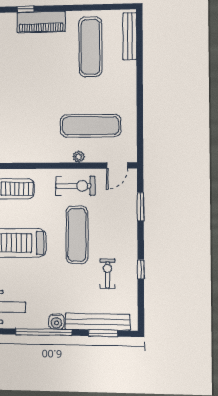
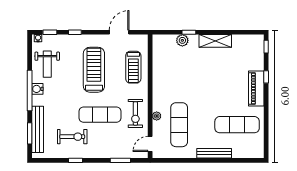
bench: (130, 36) -> (214, 153), moved
door: (117, 165) -> (150, 144), hinge flipped
exercise bike: (108, 274) -> (72, 137), width x1.38, depth x1.39
water cooler: (56, 322) -> (37, 89), moved

